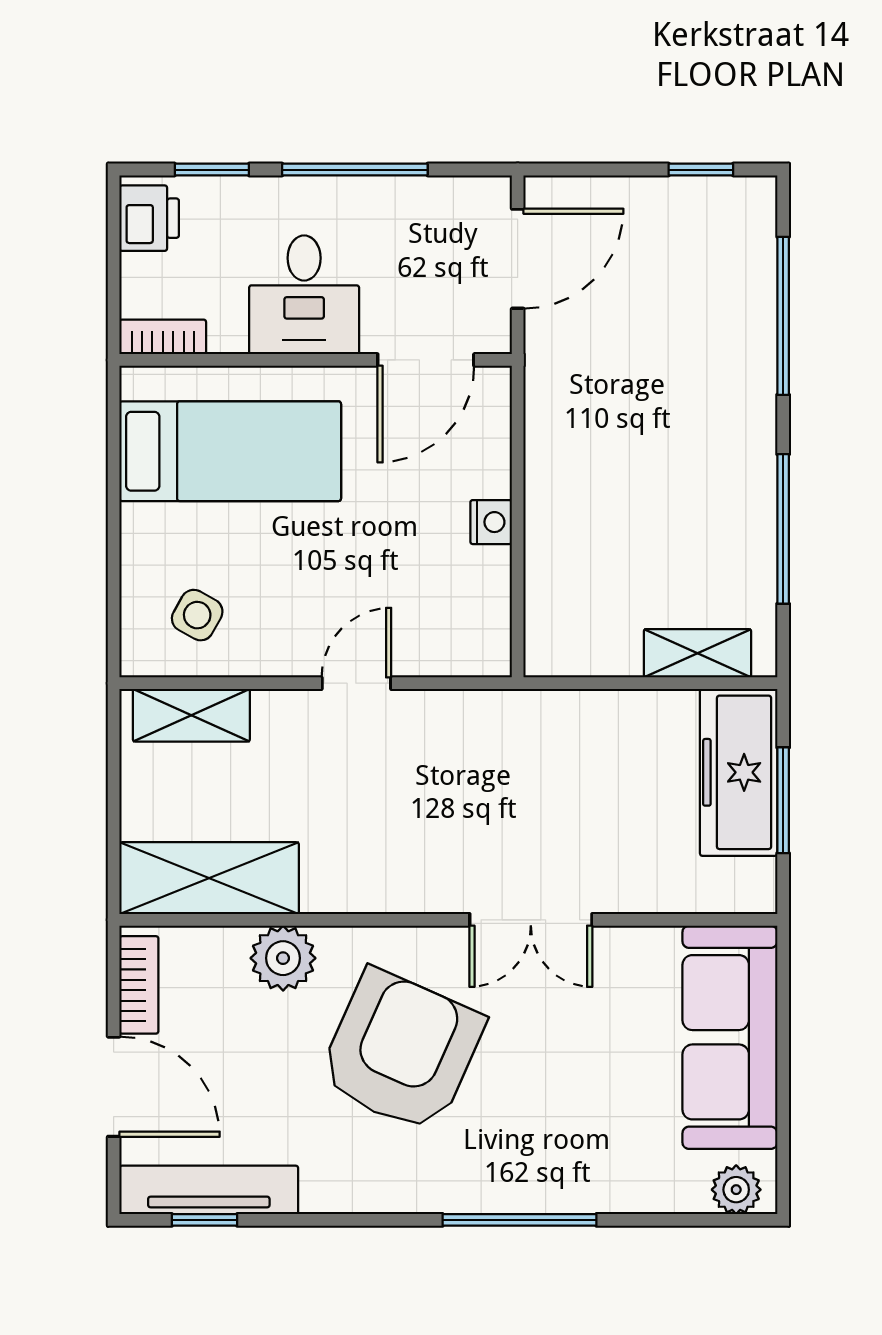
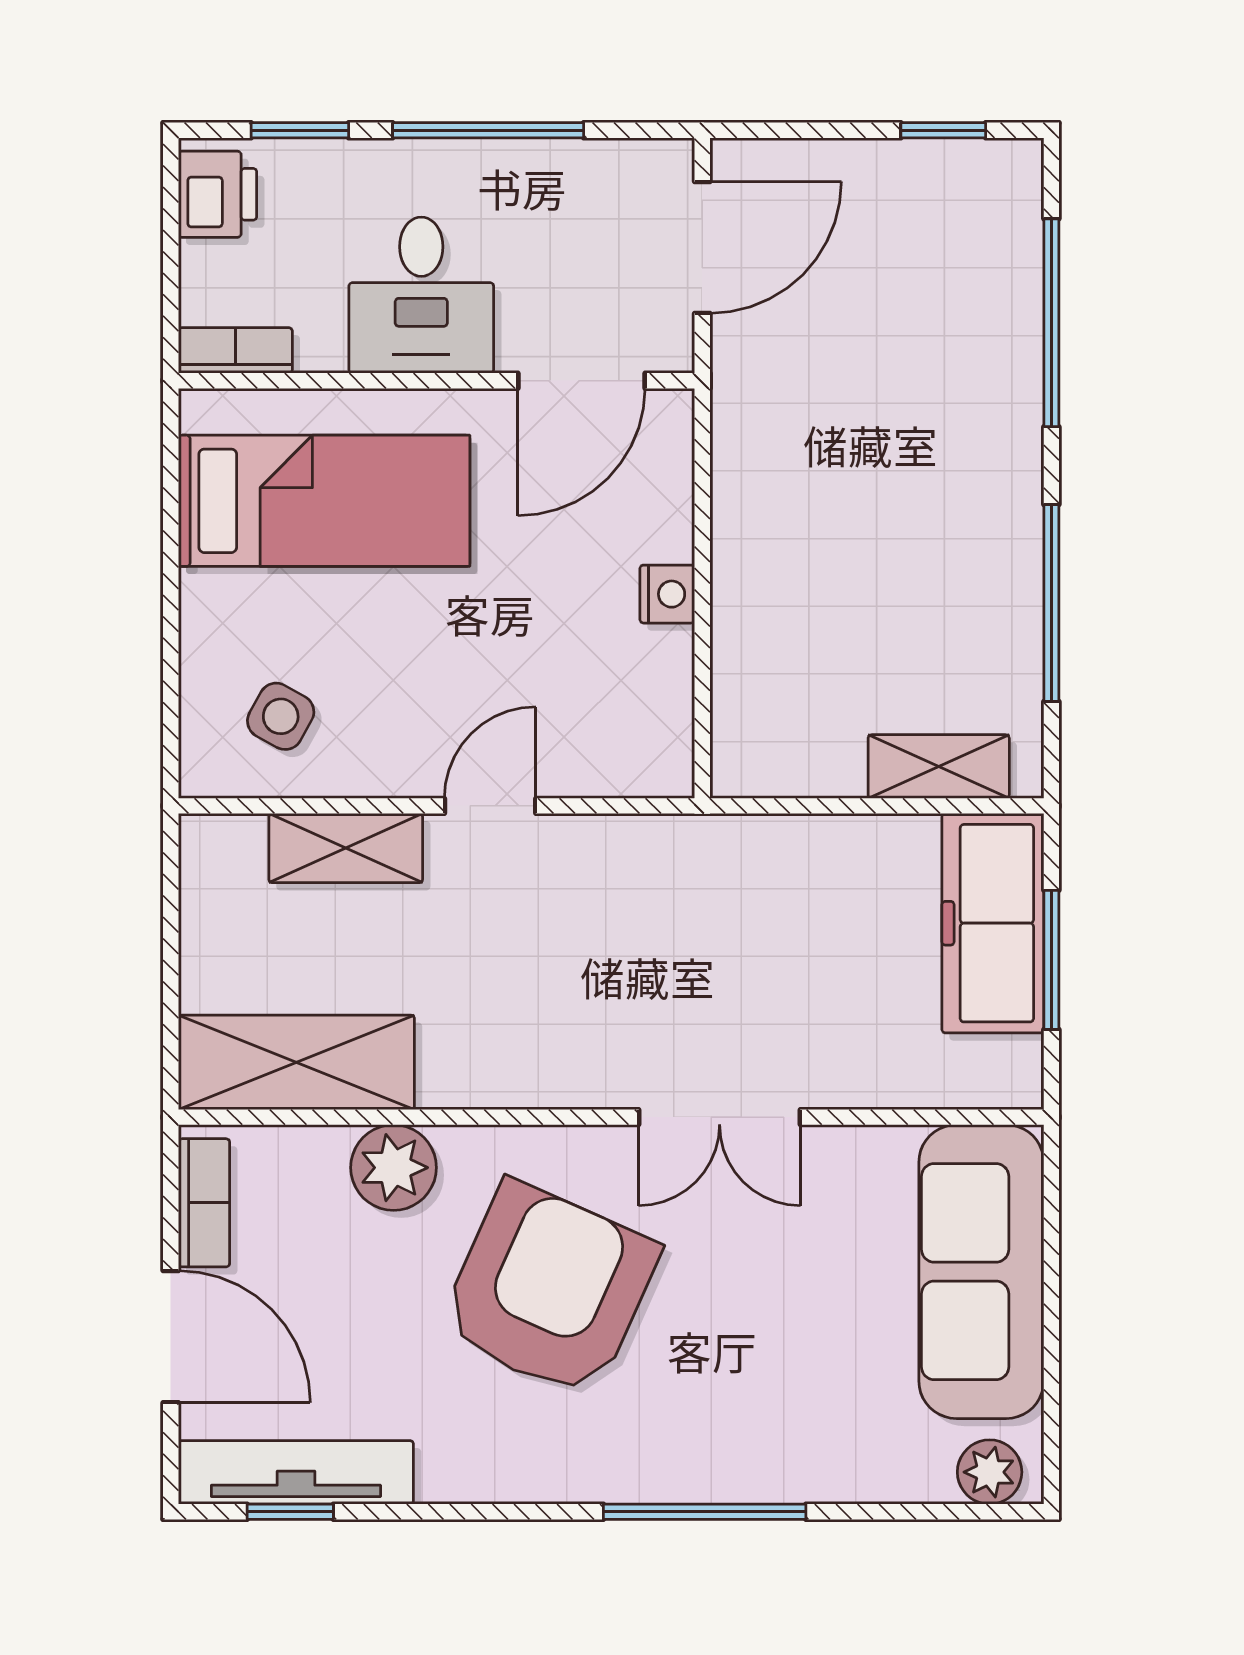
shelving: (191, 715) -> (346, 848), moved

